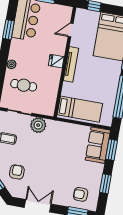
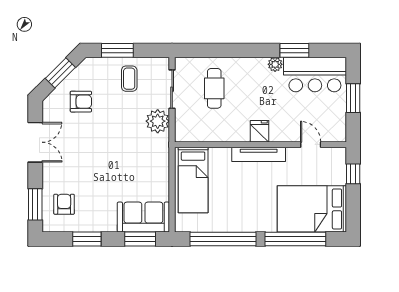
plant: (11, 64) -> (275, 64), moved

